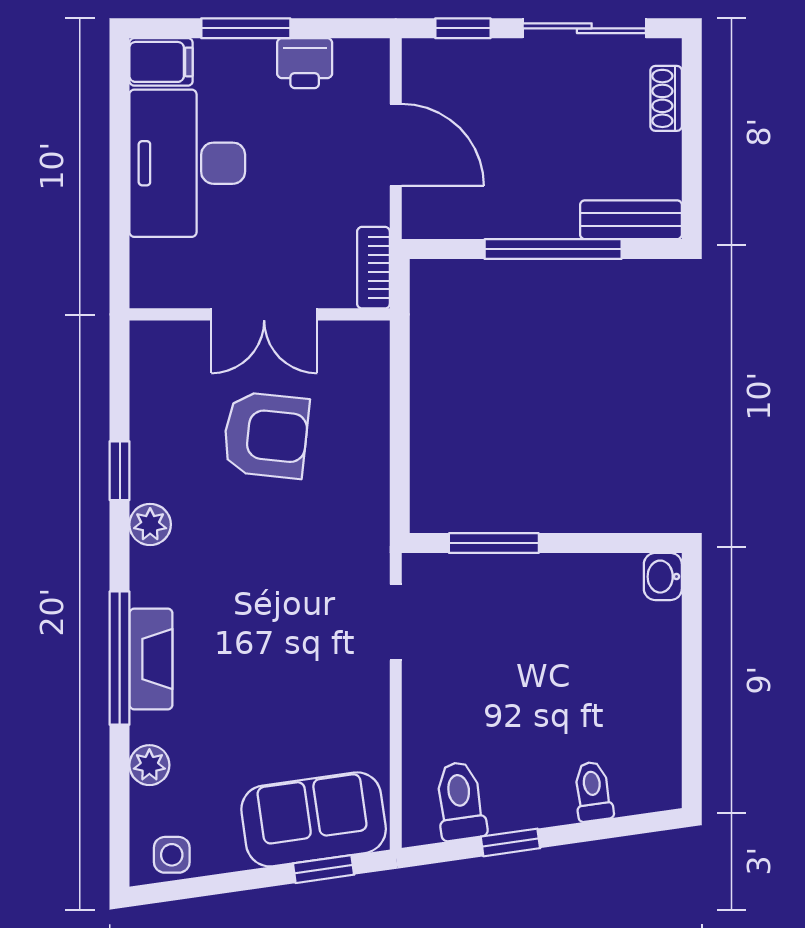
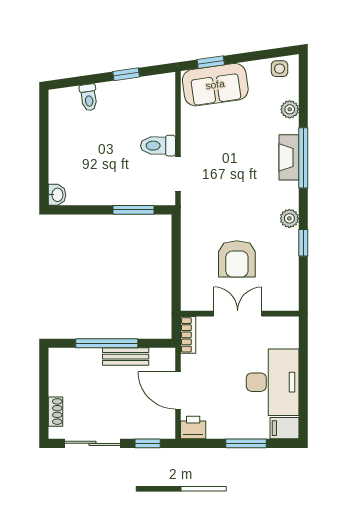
printer: (305, 63) -> (193, 428), moved
bench: (631, 220) -> (126, 357), moved
armchair: (266, 435) -> (237, 259), turned -96
toilet: (460, 801) -> (158, 146), moved, turned 98

